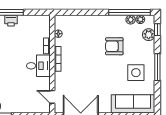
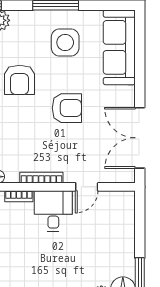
armchair: (98, 74) -> (67, 108), added
door: (52, 97) -> (87, 187), moved

